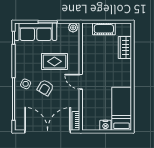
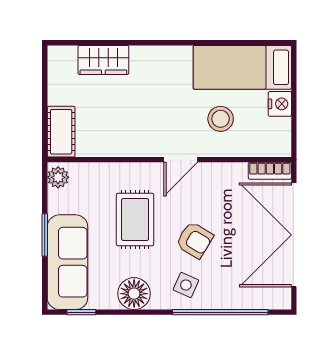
cot: (104, 29) -> (61, 132), moved
floor lamp: (22, 61) -> (134, 294), added
stool: (99, 99) -> (221, 119), added

